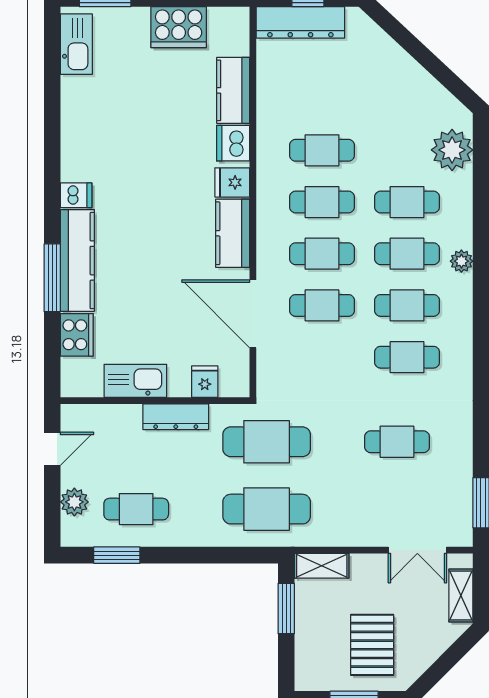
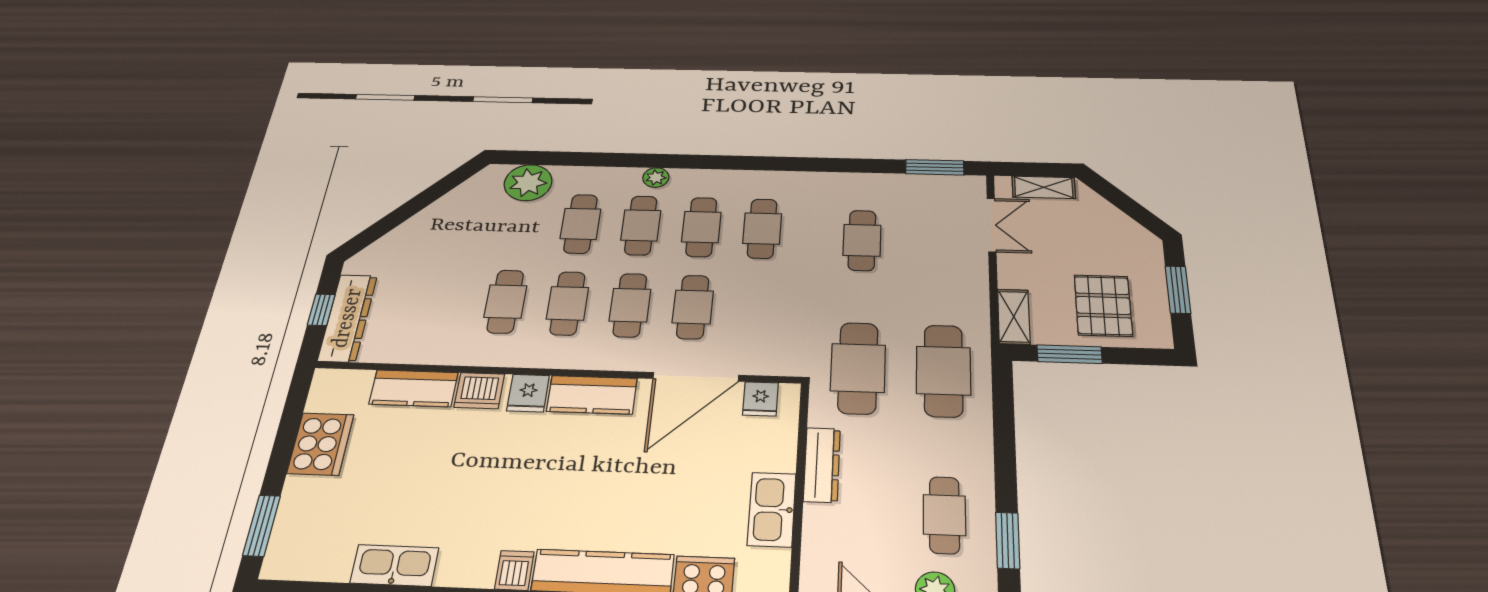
kitchen sink: (76, 44) -> (395, 565), moved
fridge: (205, 382) -> (760, 399), moved, turned -90
pallet: (372, 645) -> (1103, 305), moved, turned 90

